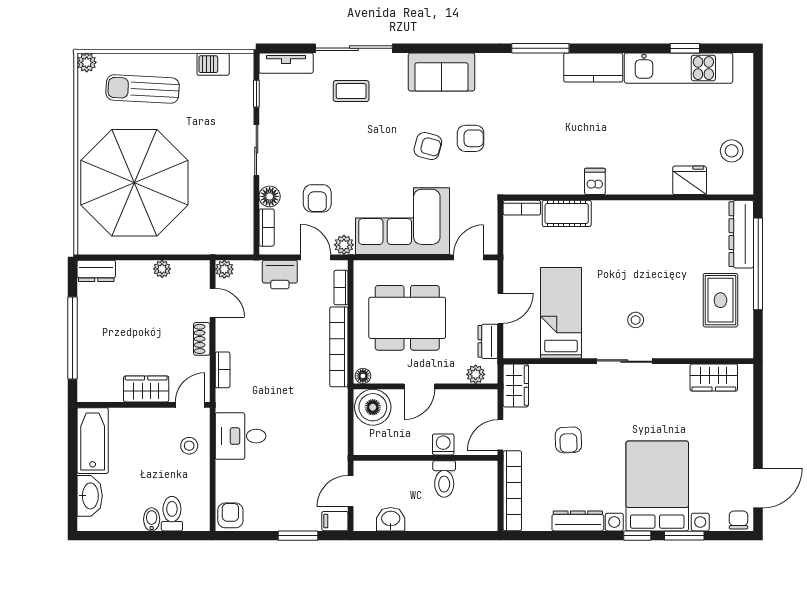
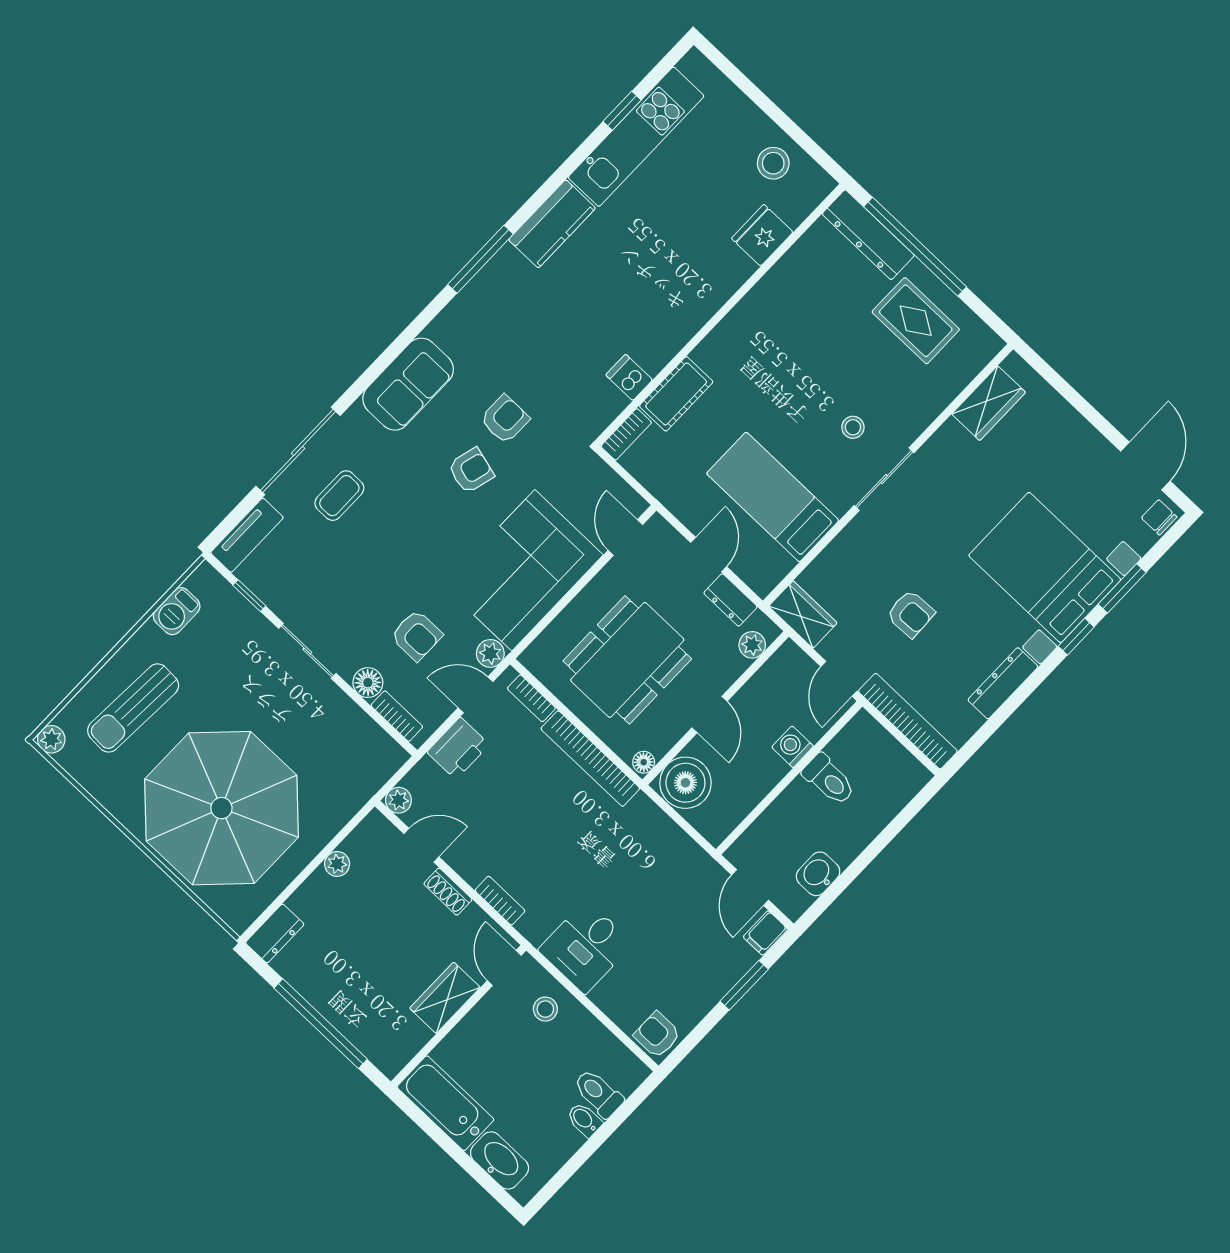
dishwasher: (595, 181) -> (629, 377), moved

